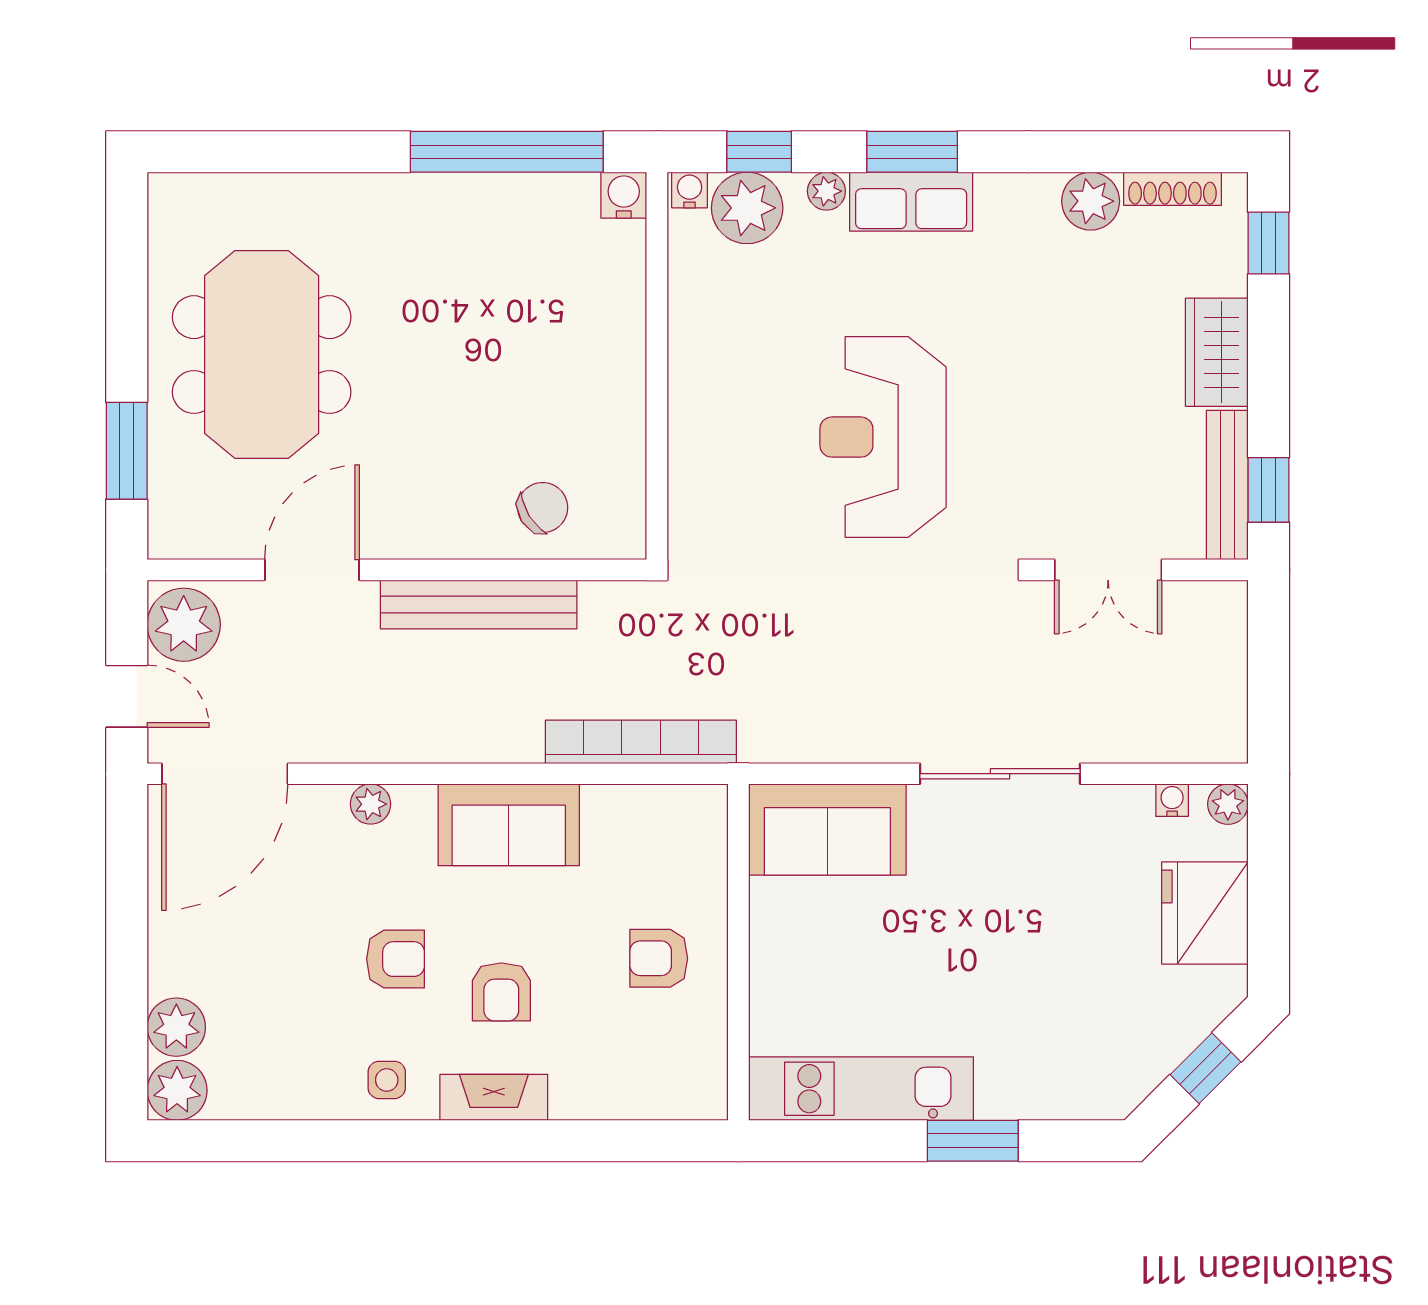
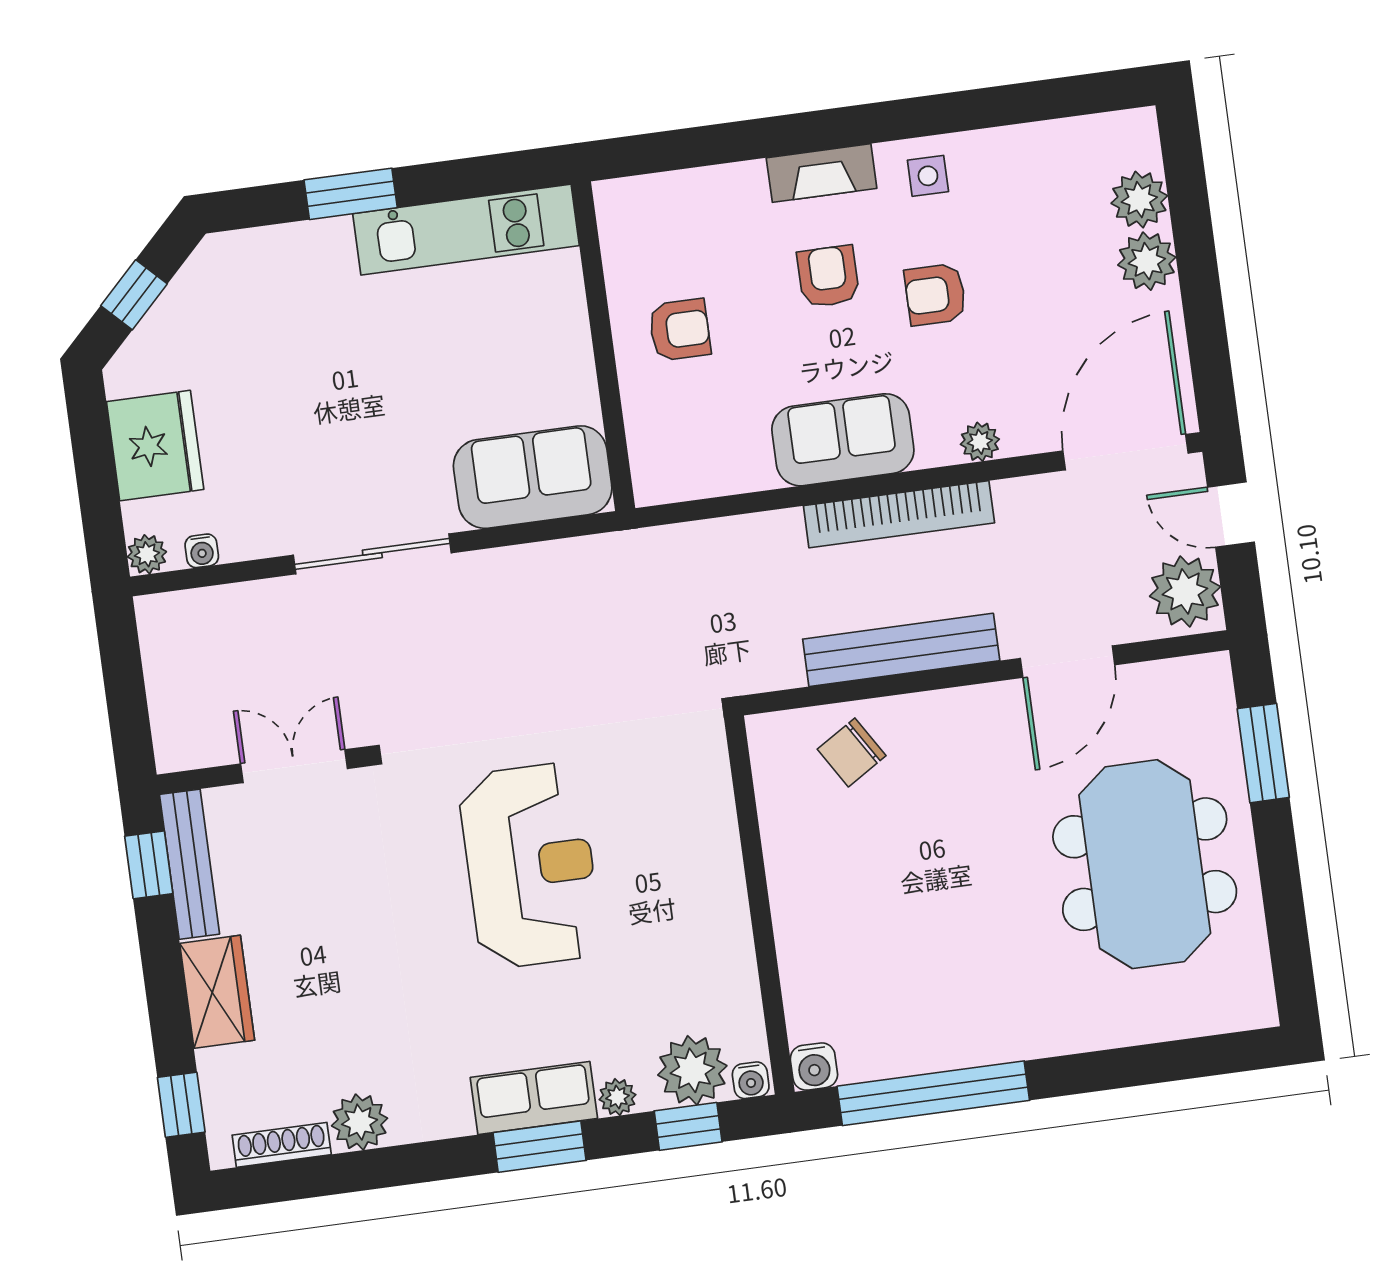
bookcase: (641, 742) -> (899, 514), moved
plant: (177, 1090) -> (1147, 261), moved

